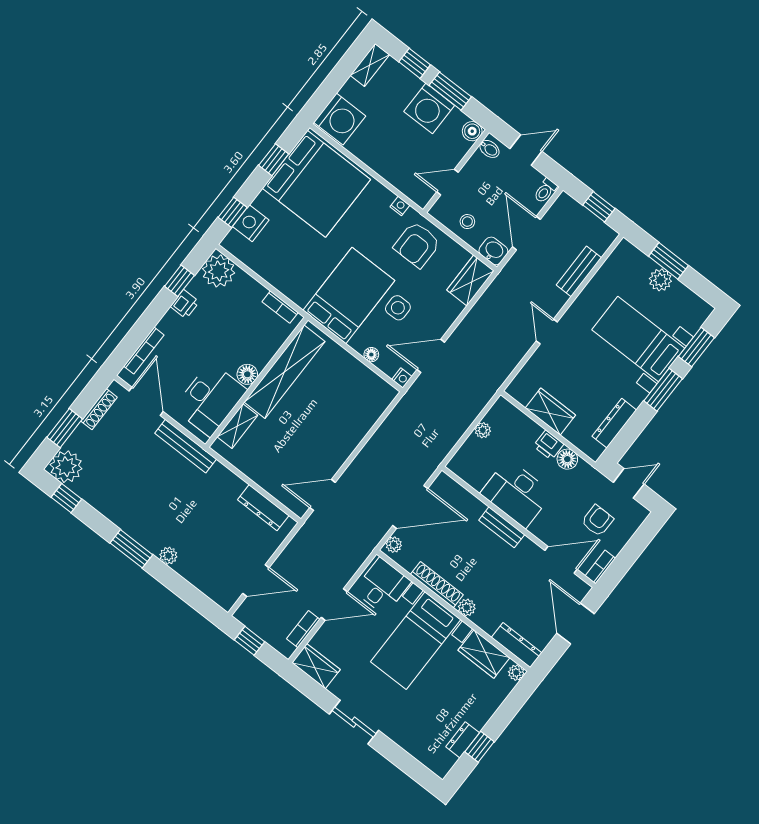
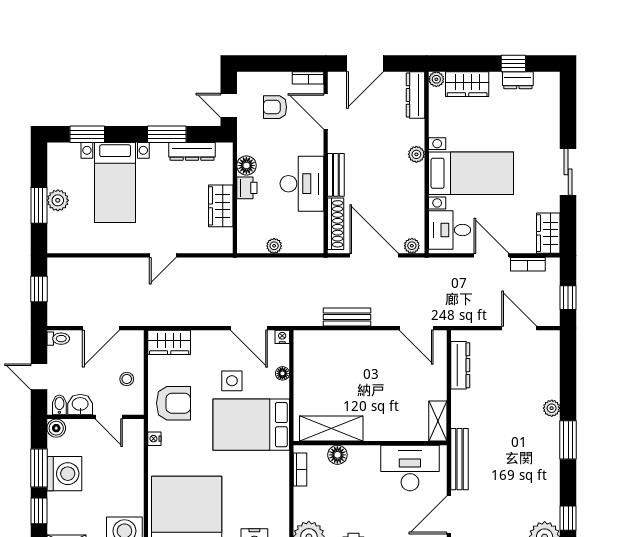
washbasin: (493, 251) -> (80, 405), moved, turned 90
bench: (579, 271) -> (347, 317), moved
shelving: (284, 372) -> (331, 428), width x0.68
floor lamp: (247, 374) -> (337, 455), moved
window: (663, 390) -> (167, 134), moved
shelving: (237, 426) -> (438, 421), moved, turned 90
shoe rack: (437, 585) -> (336, 224), moved, turned 180
wardrobe: (484, 654) -> (467, 84), moved, turned 90

